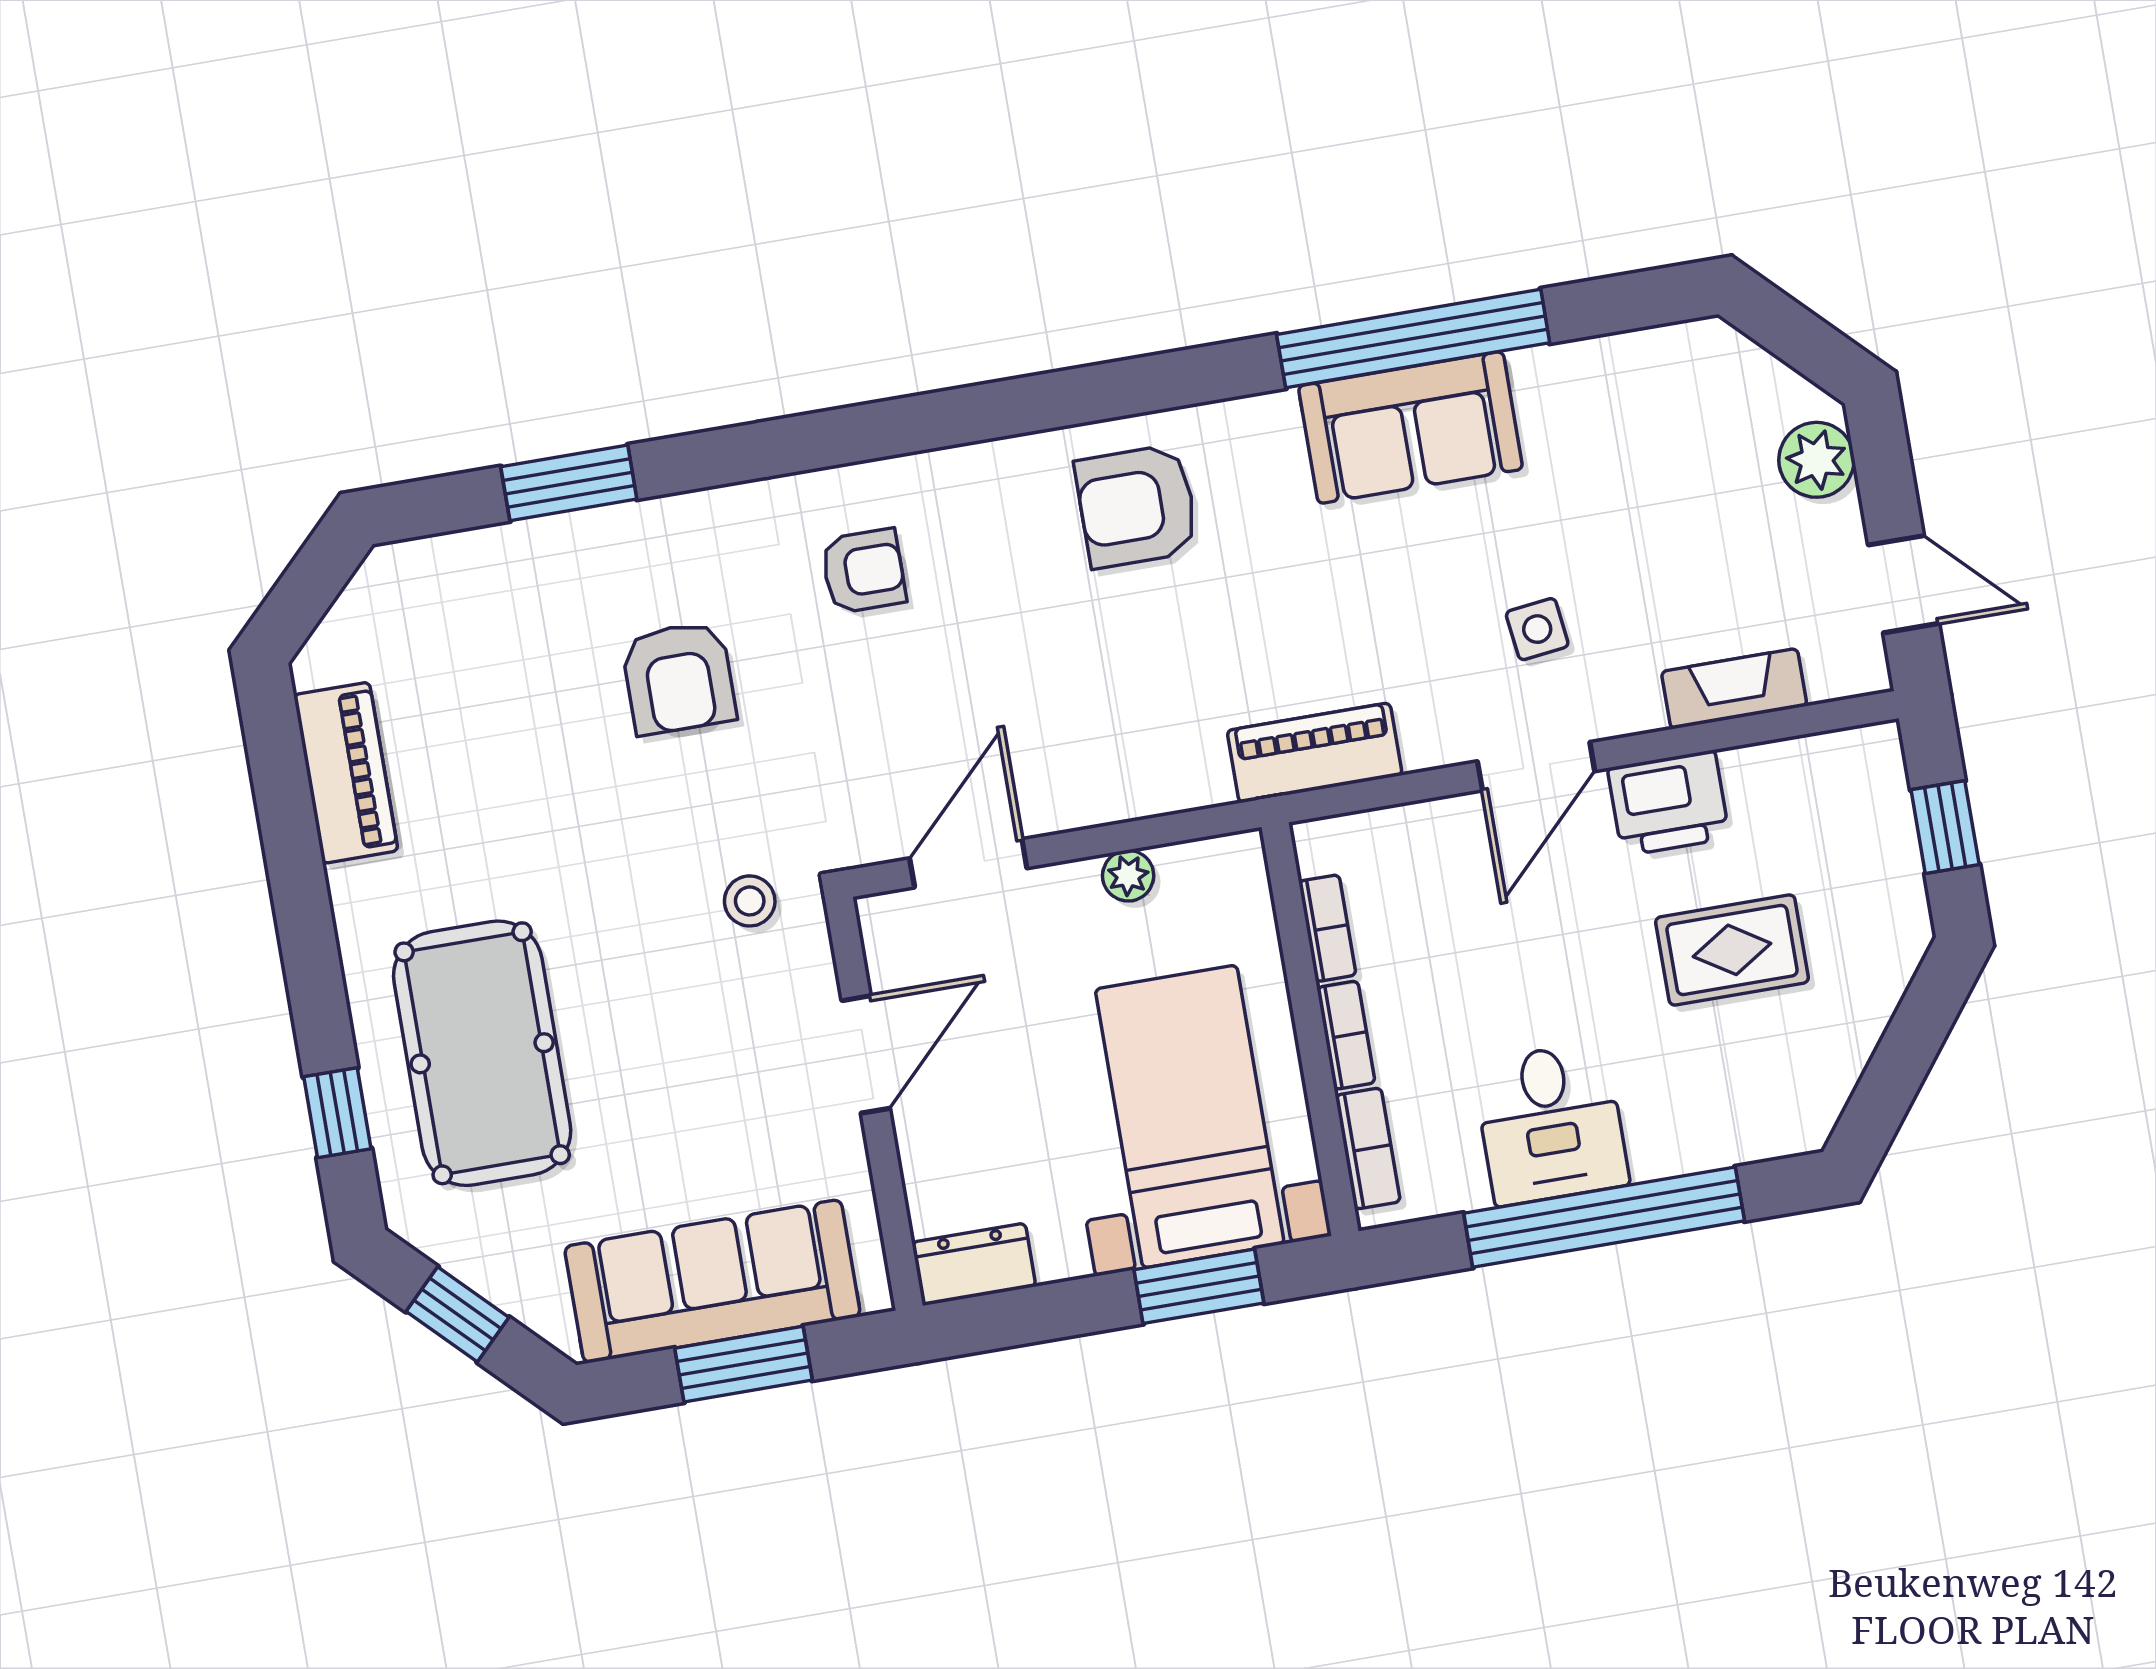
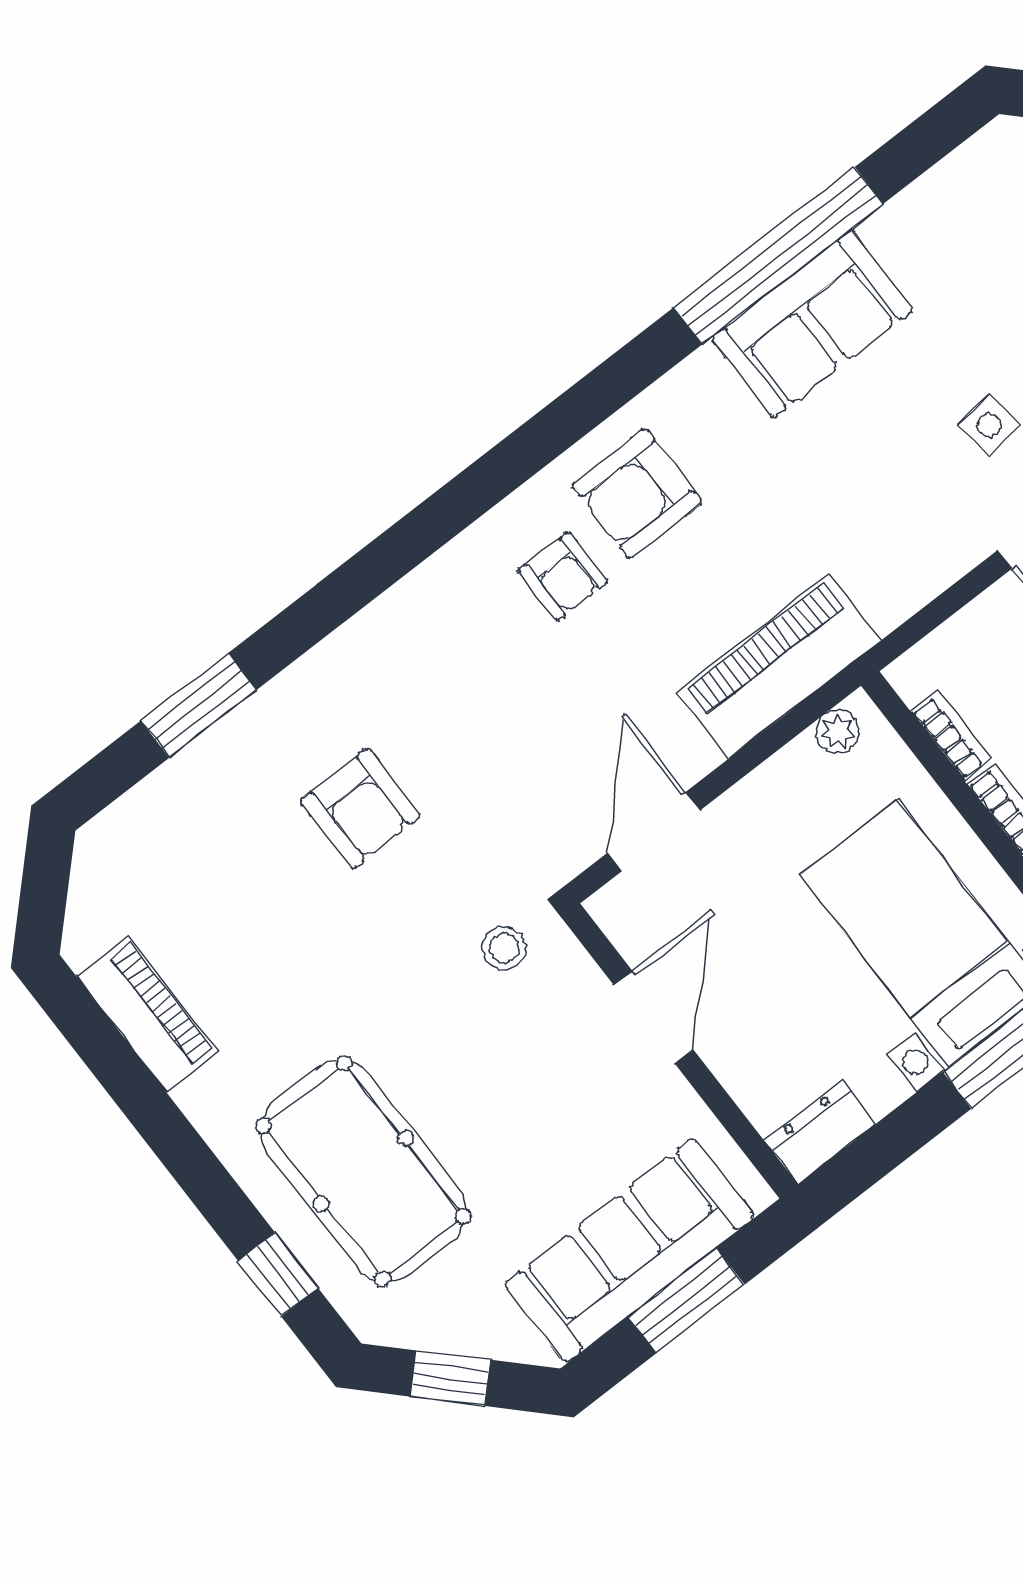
armchair: (863, 571) -> (562, 576), moved, turned 90
piano: (1315, 753) -> (779, 667), moved, width x1.37, depth x1.33
plant: (1128, 876) -> (837, 732), moved

